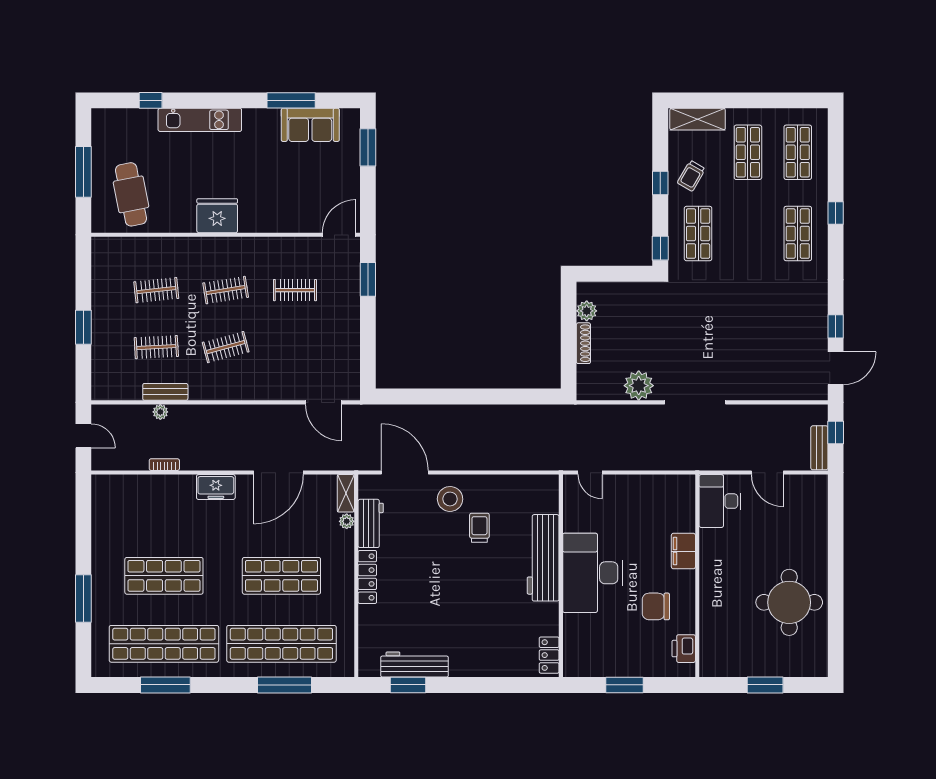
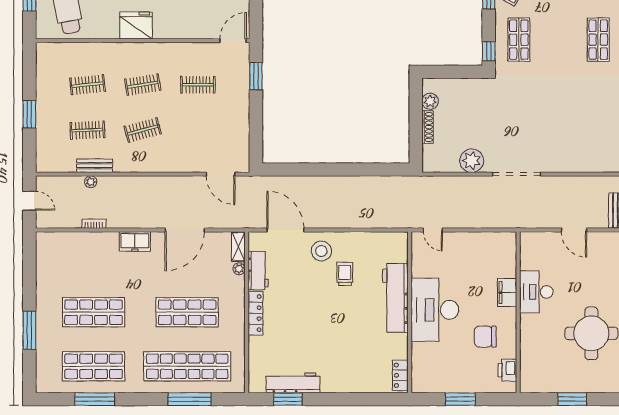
desk: (720, 501) -> (536, 292), moved
shop shelf: (164, 644) -> (94, 366), width x0.71

